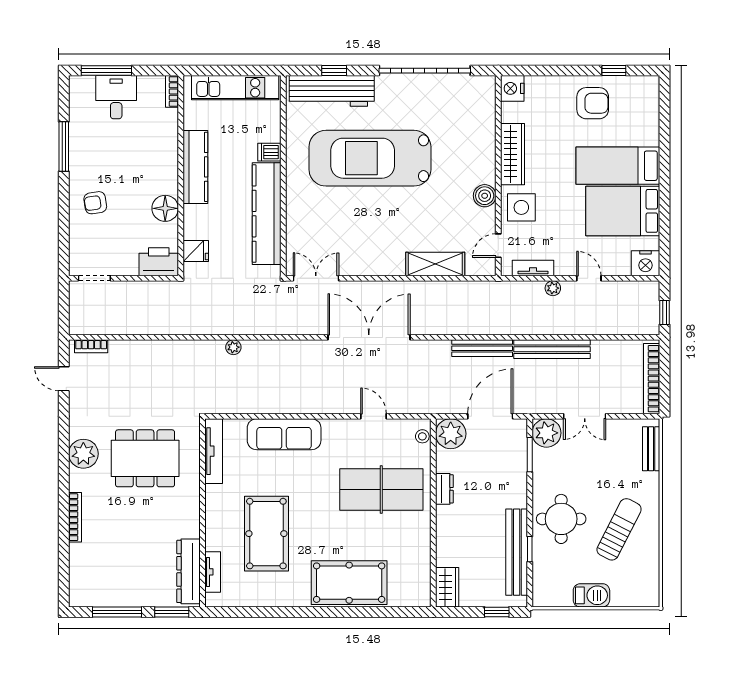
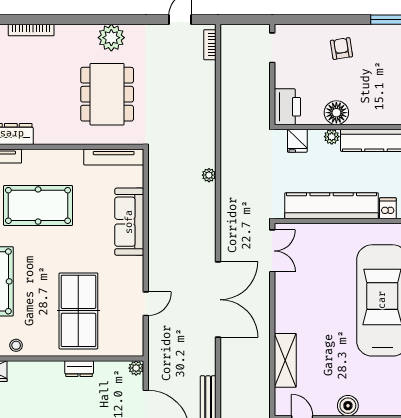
plant: (191, 213) -> (332, 137), added
plant: (451, 434) -> (136, 368), width x0.53, depth x0.53
stool: (422, 436) -> (16, 345), moved
bookcase: (75, 517) -> (31, 30), moved

